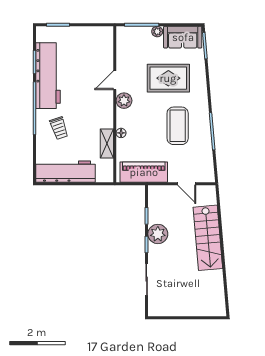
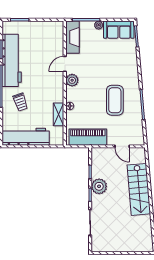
fireplace: (125, 46) -> (73, 37), added
rug: (168, 78) -> (107, 62), removed

